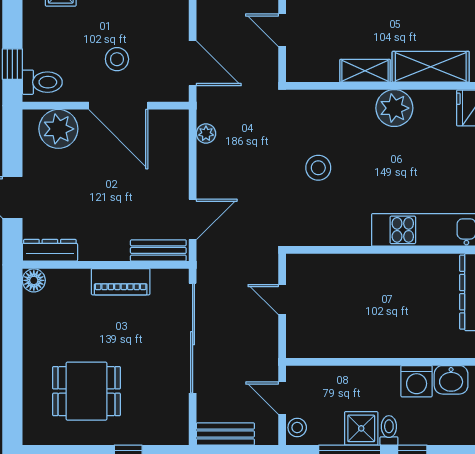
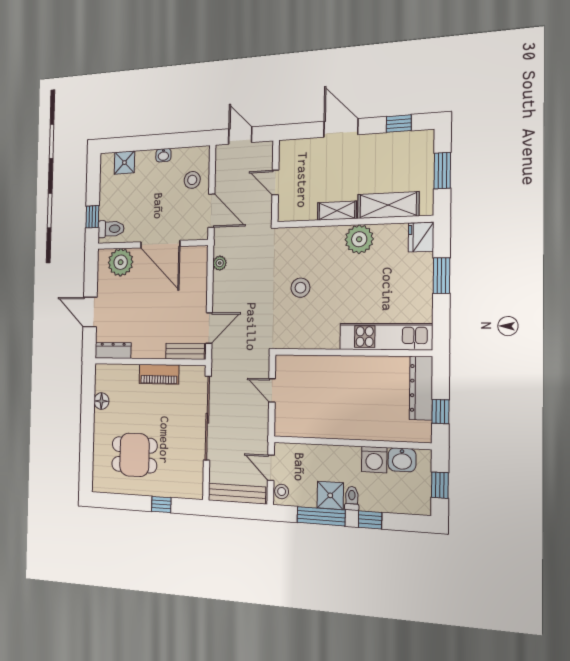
stool: (117, 59) -> (192, 180), moved
floor lamp: (34, 280) -> (101, 401), moved
bench: (225, 434) -> (237, 494), width x1.36

